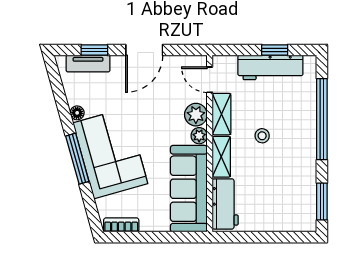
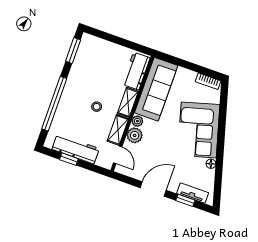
window: (77, 159) -> (221, 134), removed

